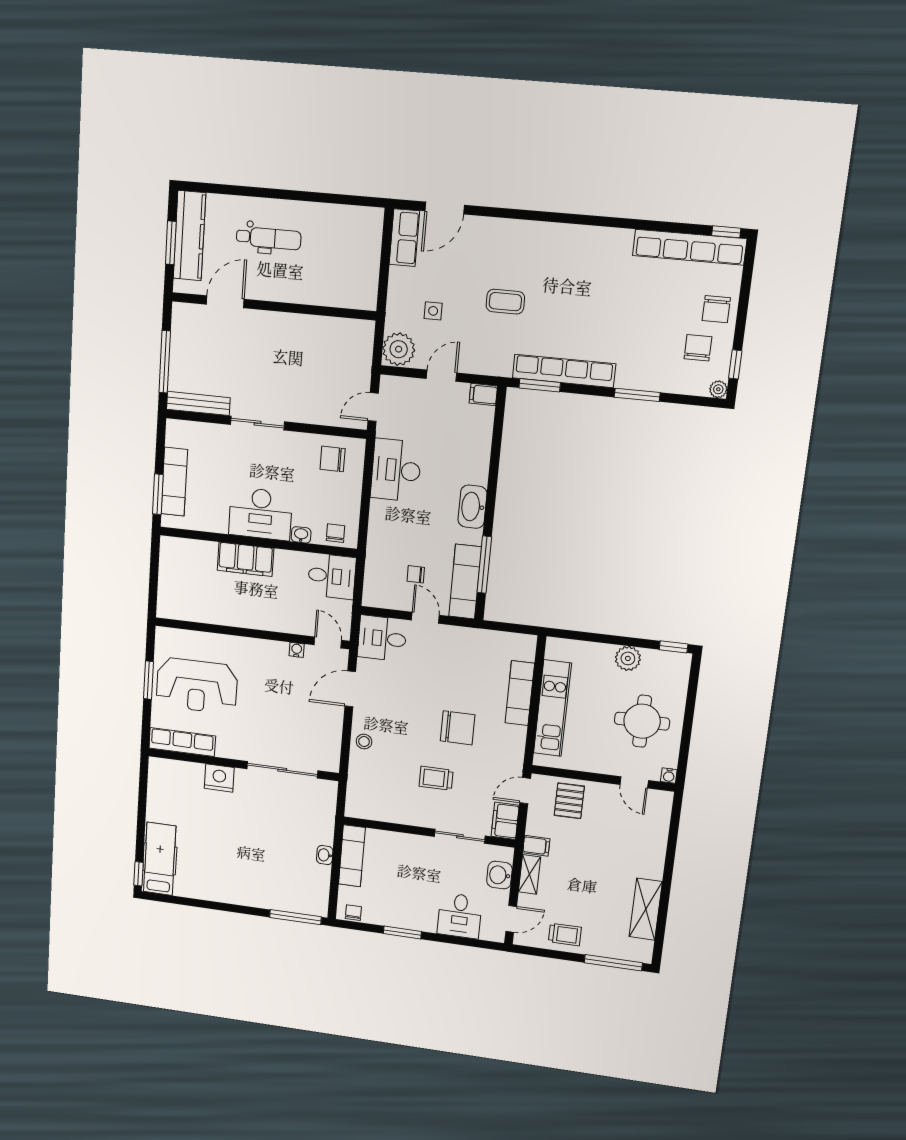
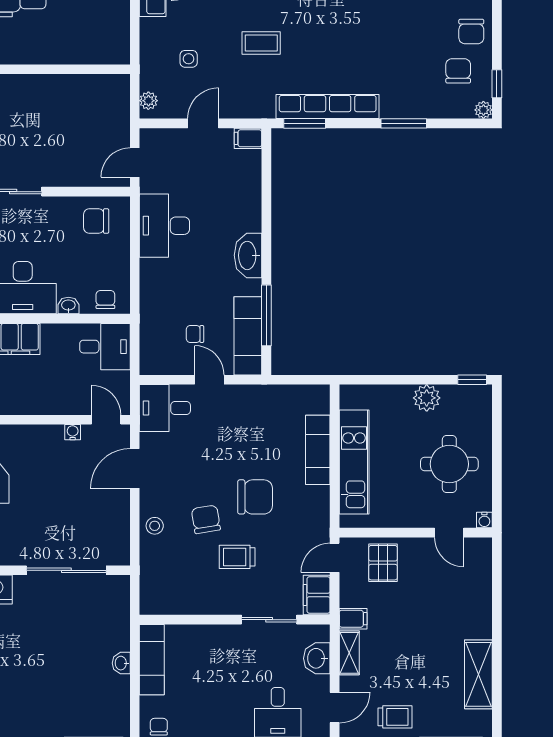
plant: (399, 349) -> (148, 101), width x0.53, depth x0.53
chair: (411, 742) -> (206, 519), added

